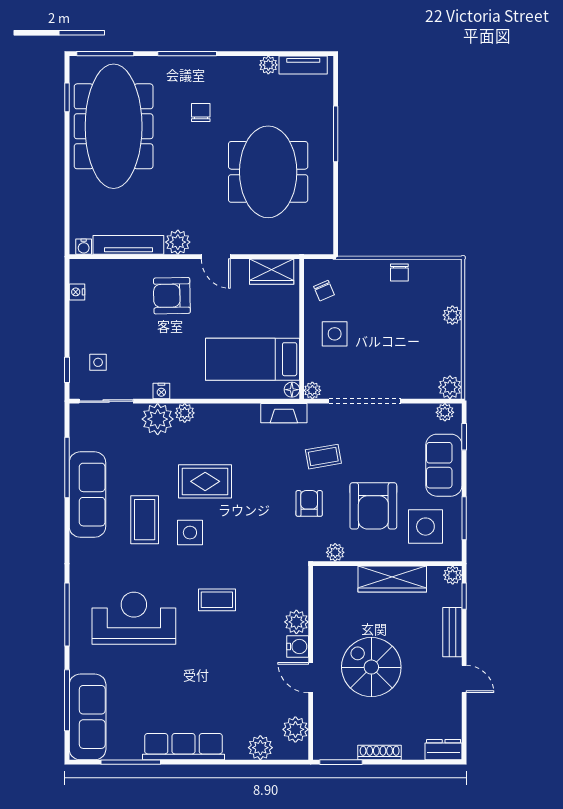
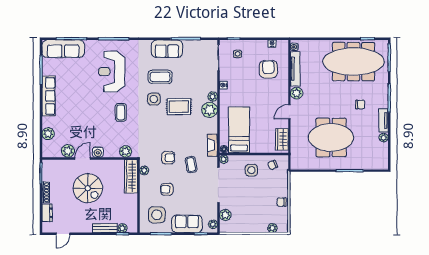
tv unit: (303, 65) -> (384, 120), moved
armchair: (172, 296) -> (268, 69), moved
plant: (452, 315) -> (272, 228), moved
plant: (450, 387) -> (225, 215), moved
plant: (158, 419) -> (210, 110), moved
rug: (205, 481) -> (179, 107), turned 90
sofa: (87, 495) -> (167, 49), width x0.73
armchair: (373, 506) -> (167, 189), width x0.53, depth x0.53
plant: (453, 575) -> (122, 228), moved
wardrobe: (392, 579) -> (131, 176), moved
reception desk: (134, 618) -> (112, 72), turned 180
plant: (296, 622) -> (126, 151), moved
spiral stairs: (371, 667) -> (88, 188), turned 90
door: (464, 679) -> (63, 234), moved
plant: (295, 729) -> (68, 151), moved
dresser: (444, 750) -> (47, 213), moved

